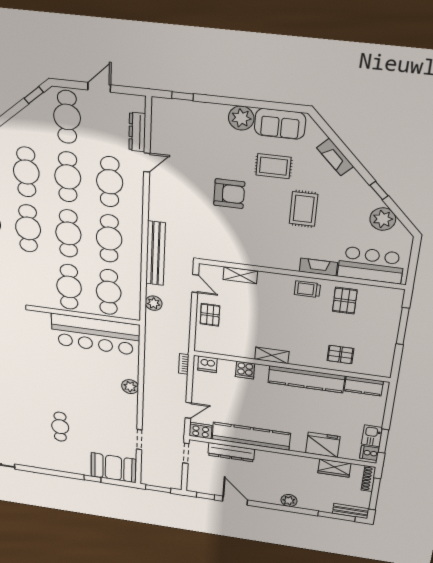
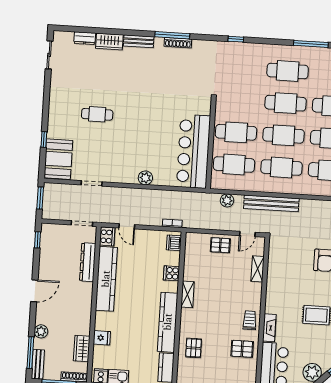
fridge: (323, 445) -> (102, 338), width x0.53, depth x0.75
door: (235, 501) -> (34, 291), moved
plant: (289, 501) -> (41, 331), moved

